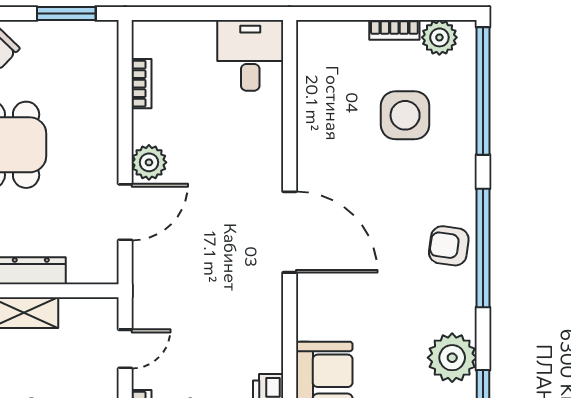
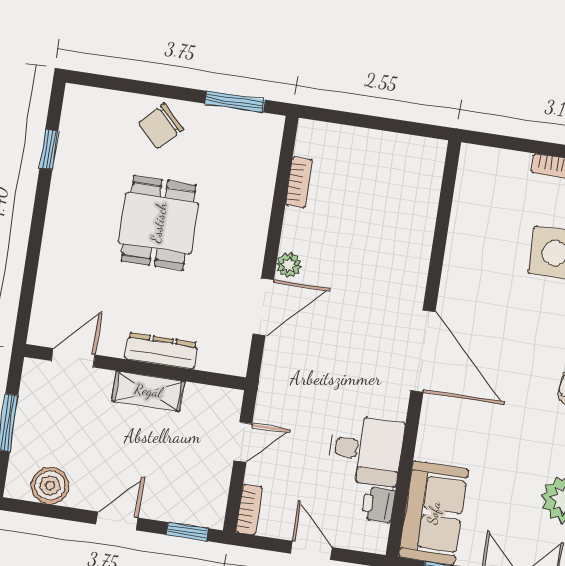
desk: (250, 55) -> (366, 450), moved, turned 90
plant: (149, 162) -> (289, 265), width x0.73, depth x0.73

